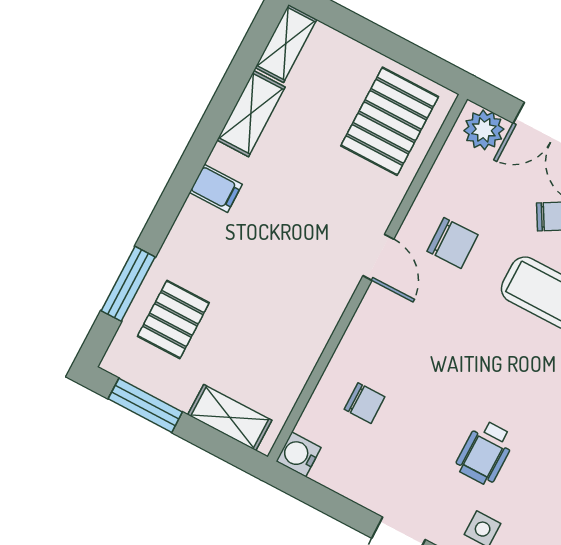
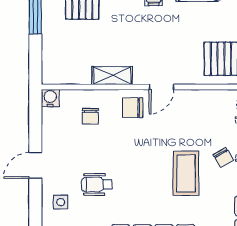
chair: (452, 243) -> (133, 108), moved, turned 91
shelving: (230, 417) -> (112, 75), moved, turned 90

